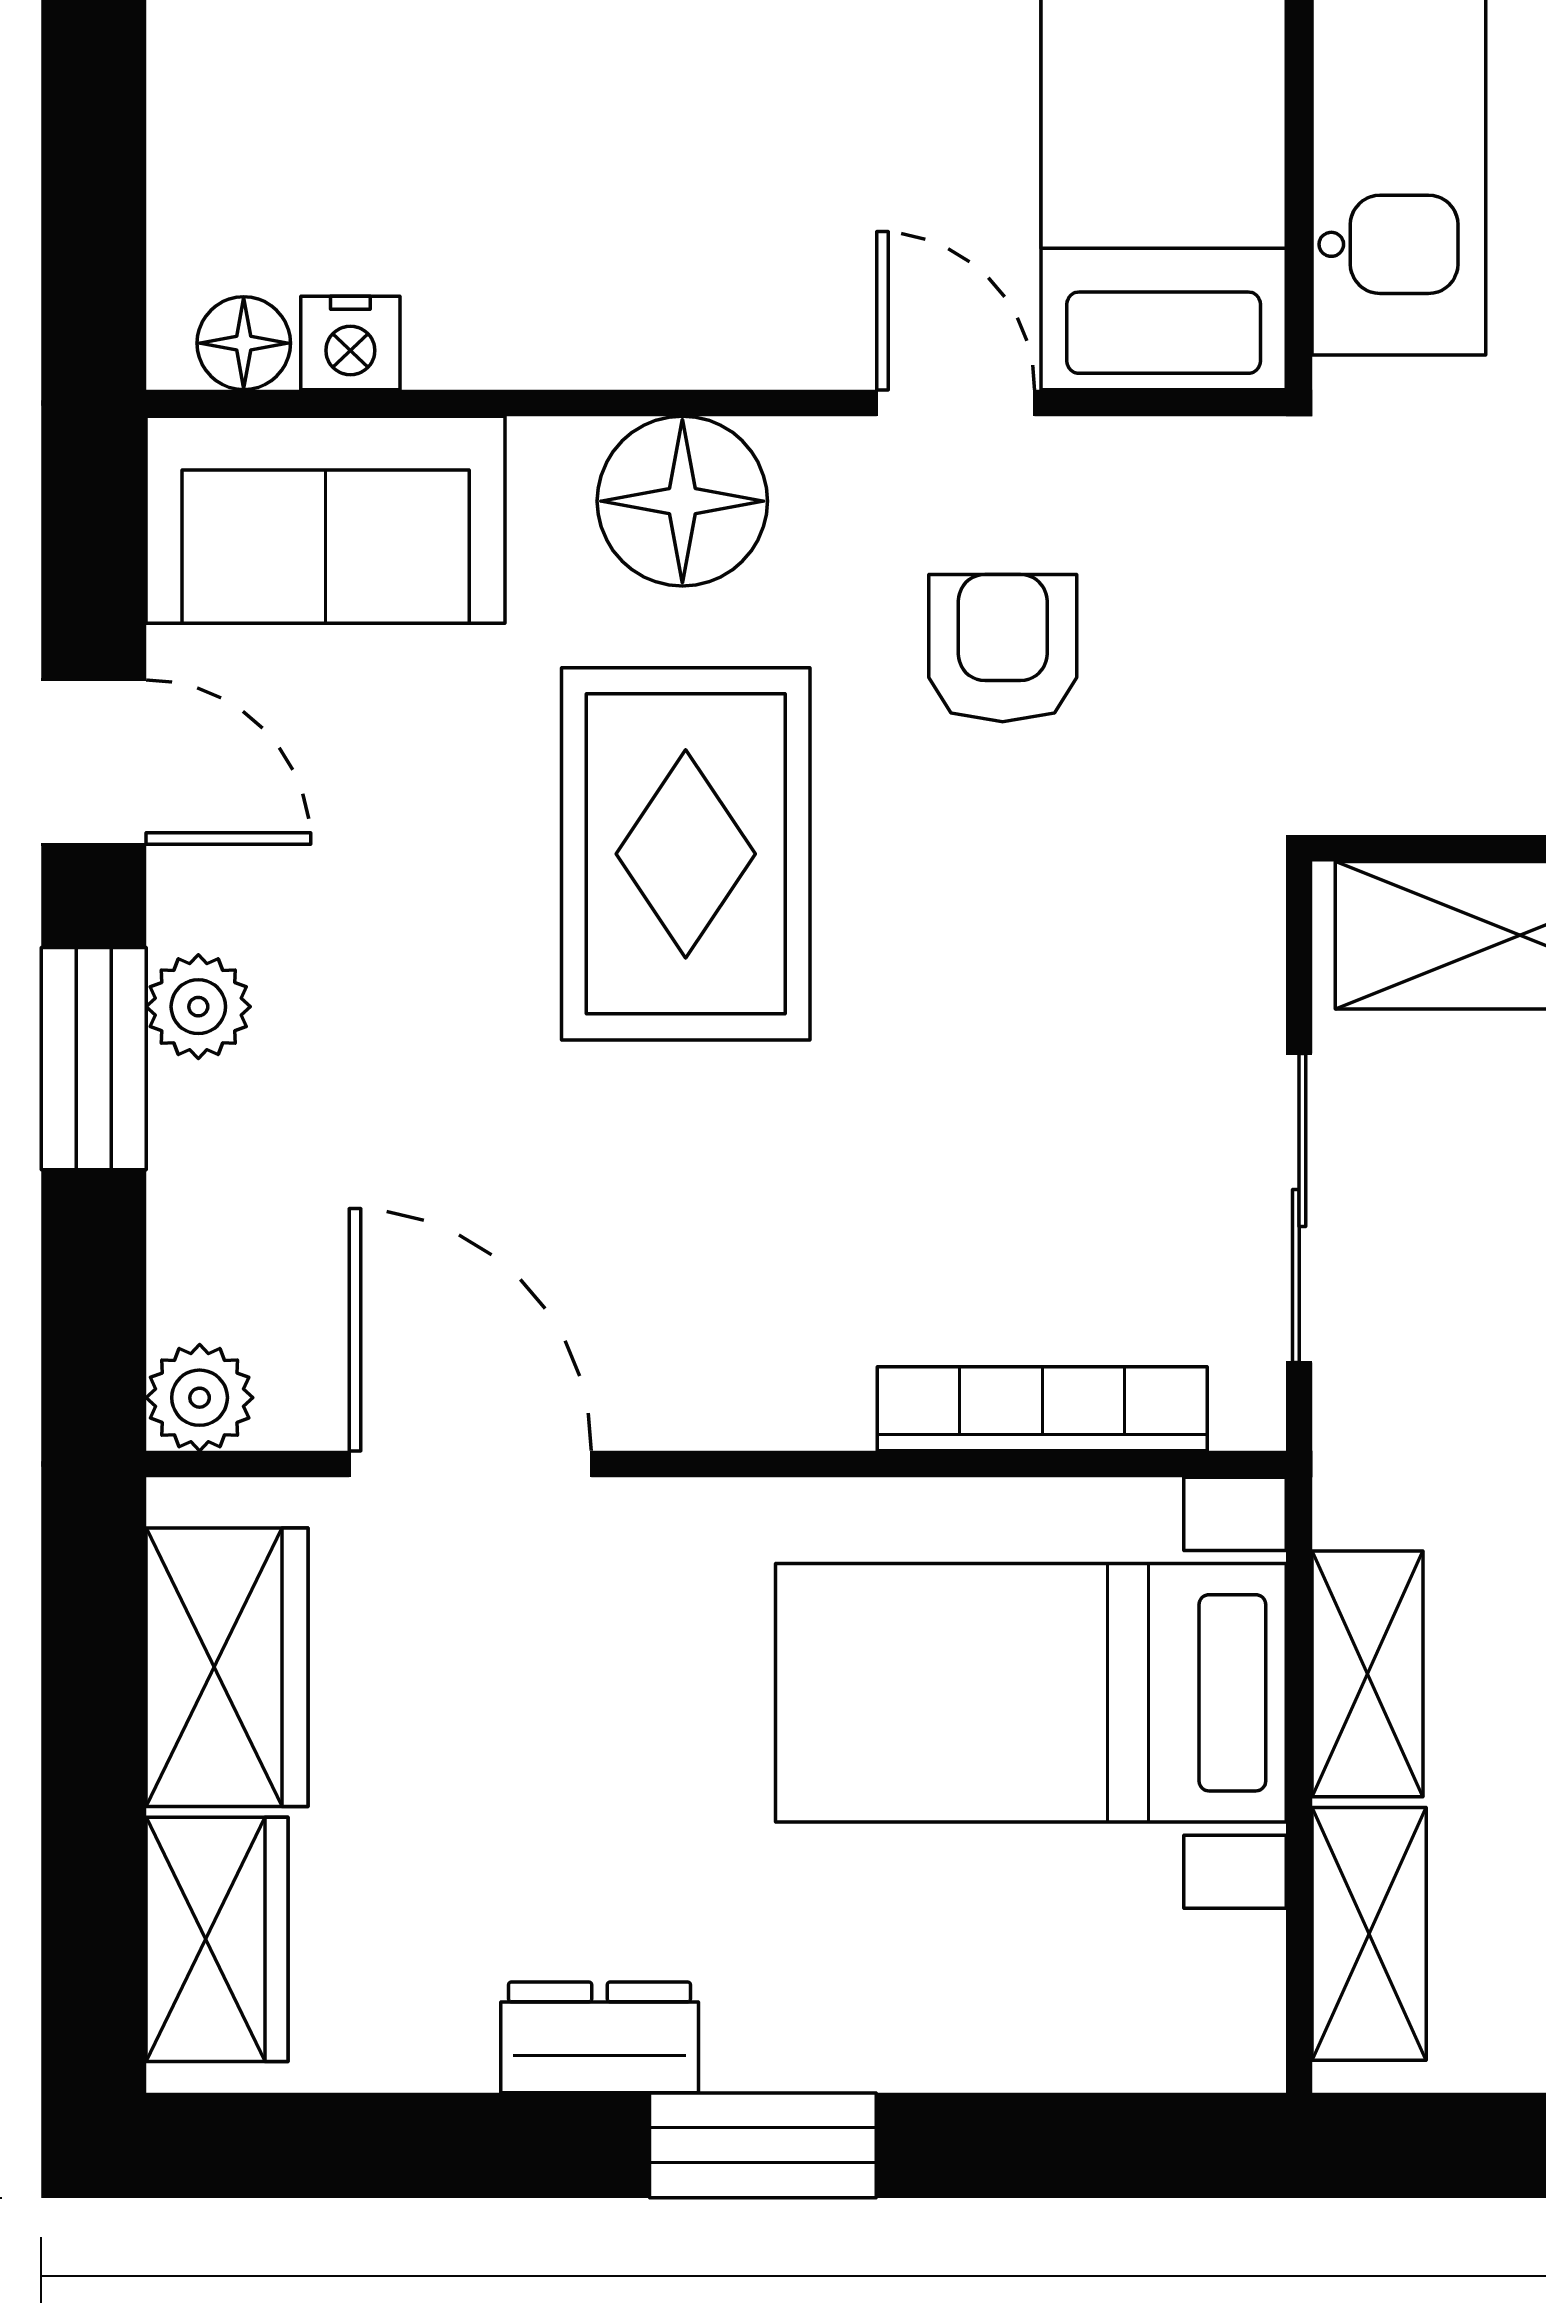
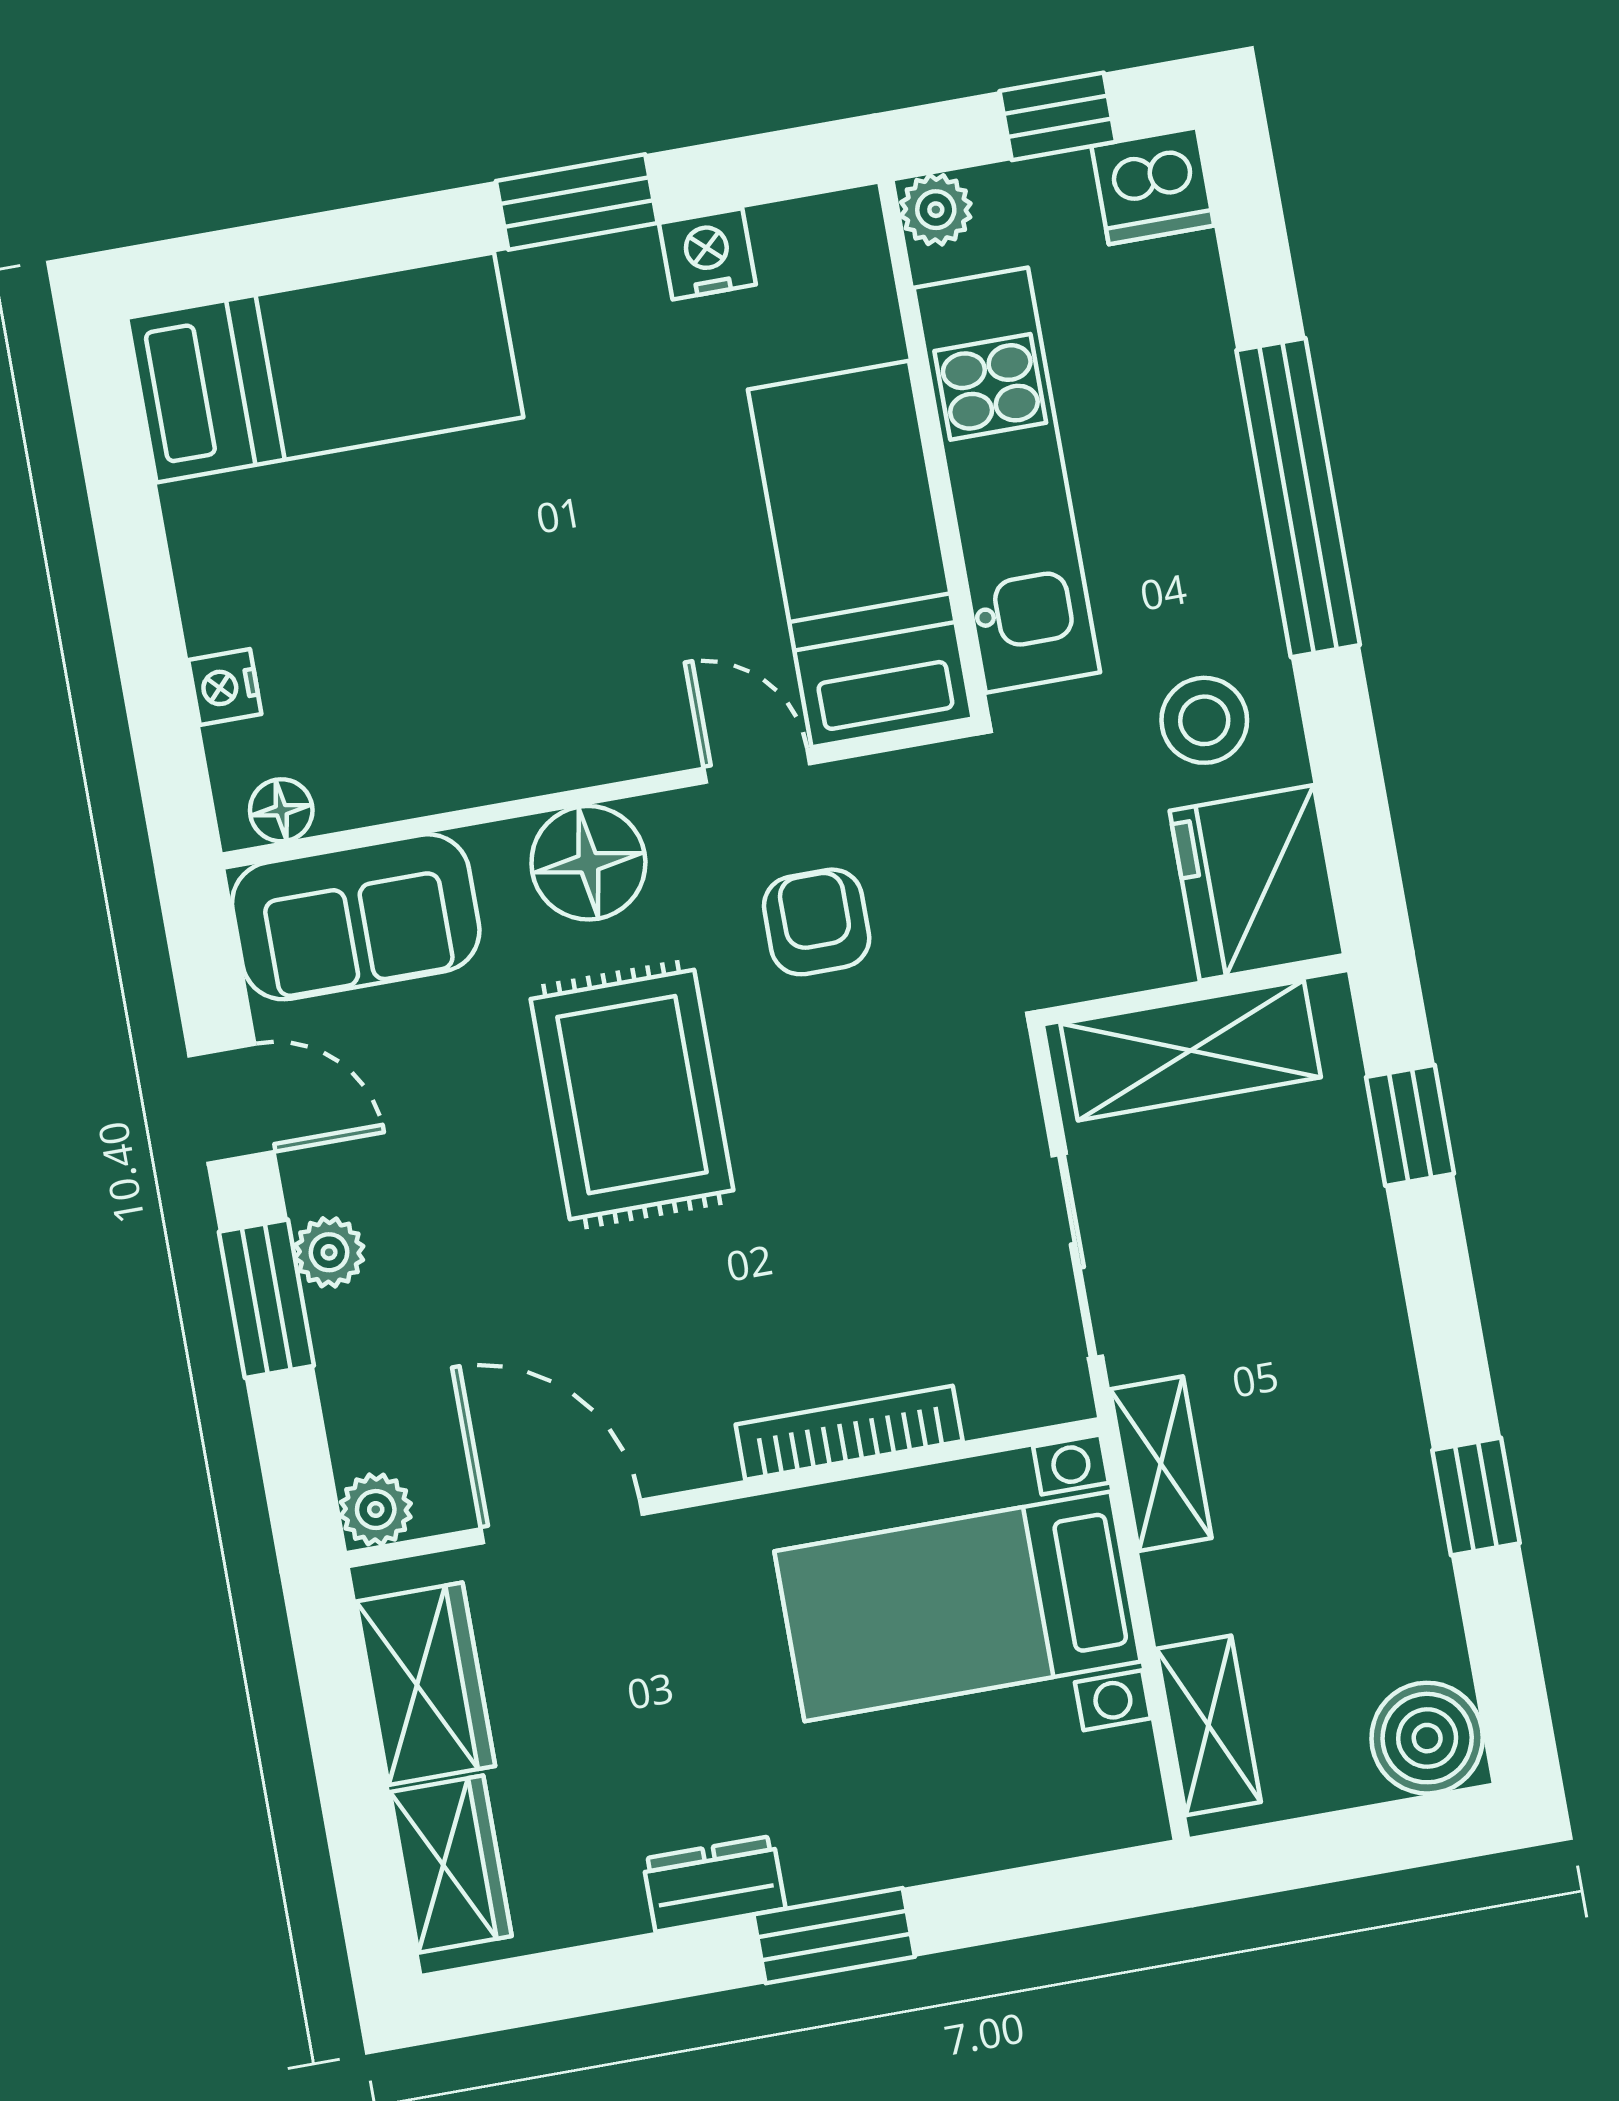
nightstand: (350, 343) -> (225, 687), moved, turned 90
bookcase: (1042, 1409) -> (849, 1433), moved
shelving: (1368, 1674) -> (1161, 1464), moved

